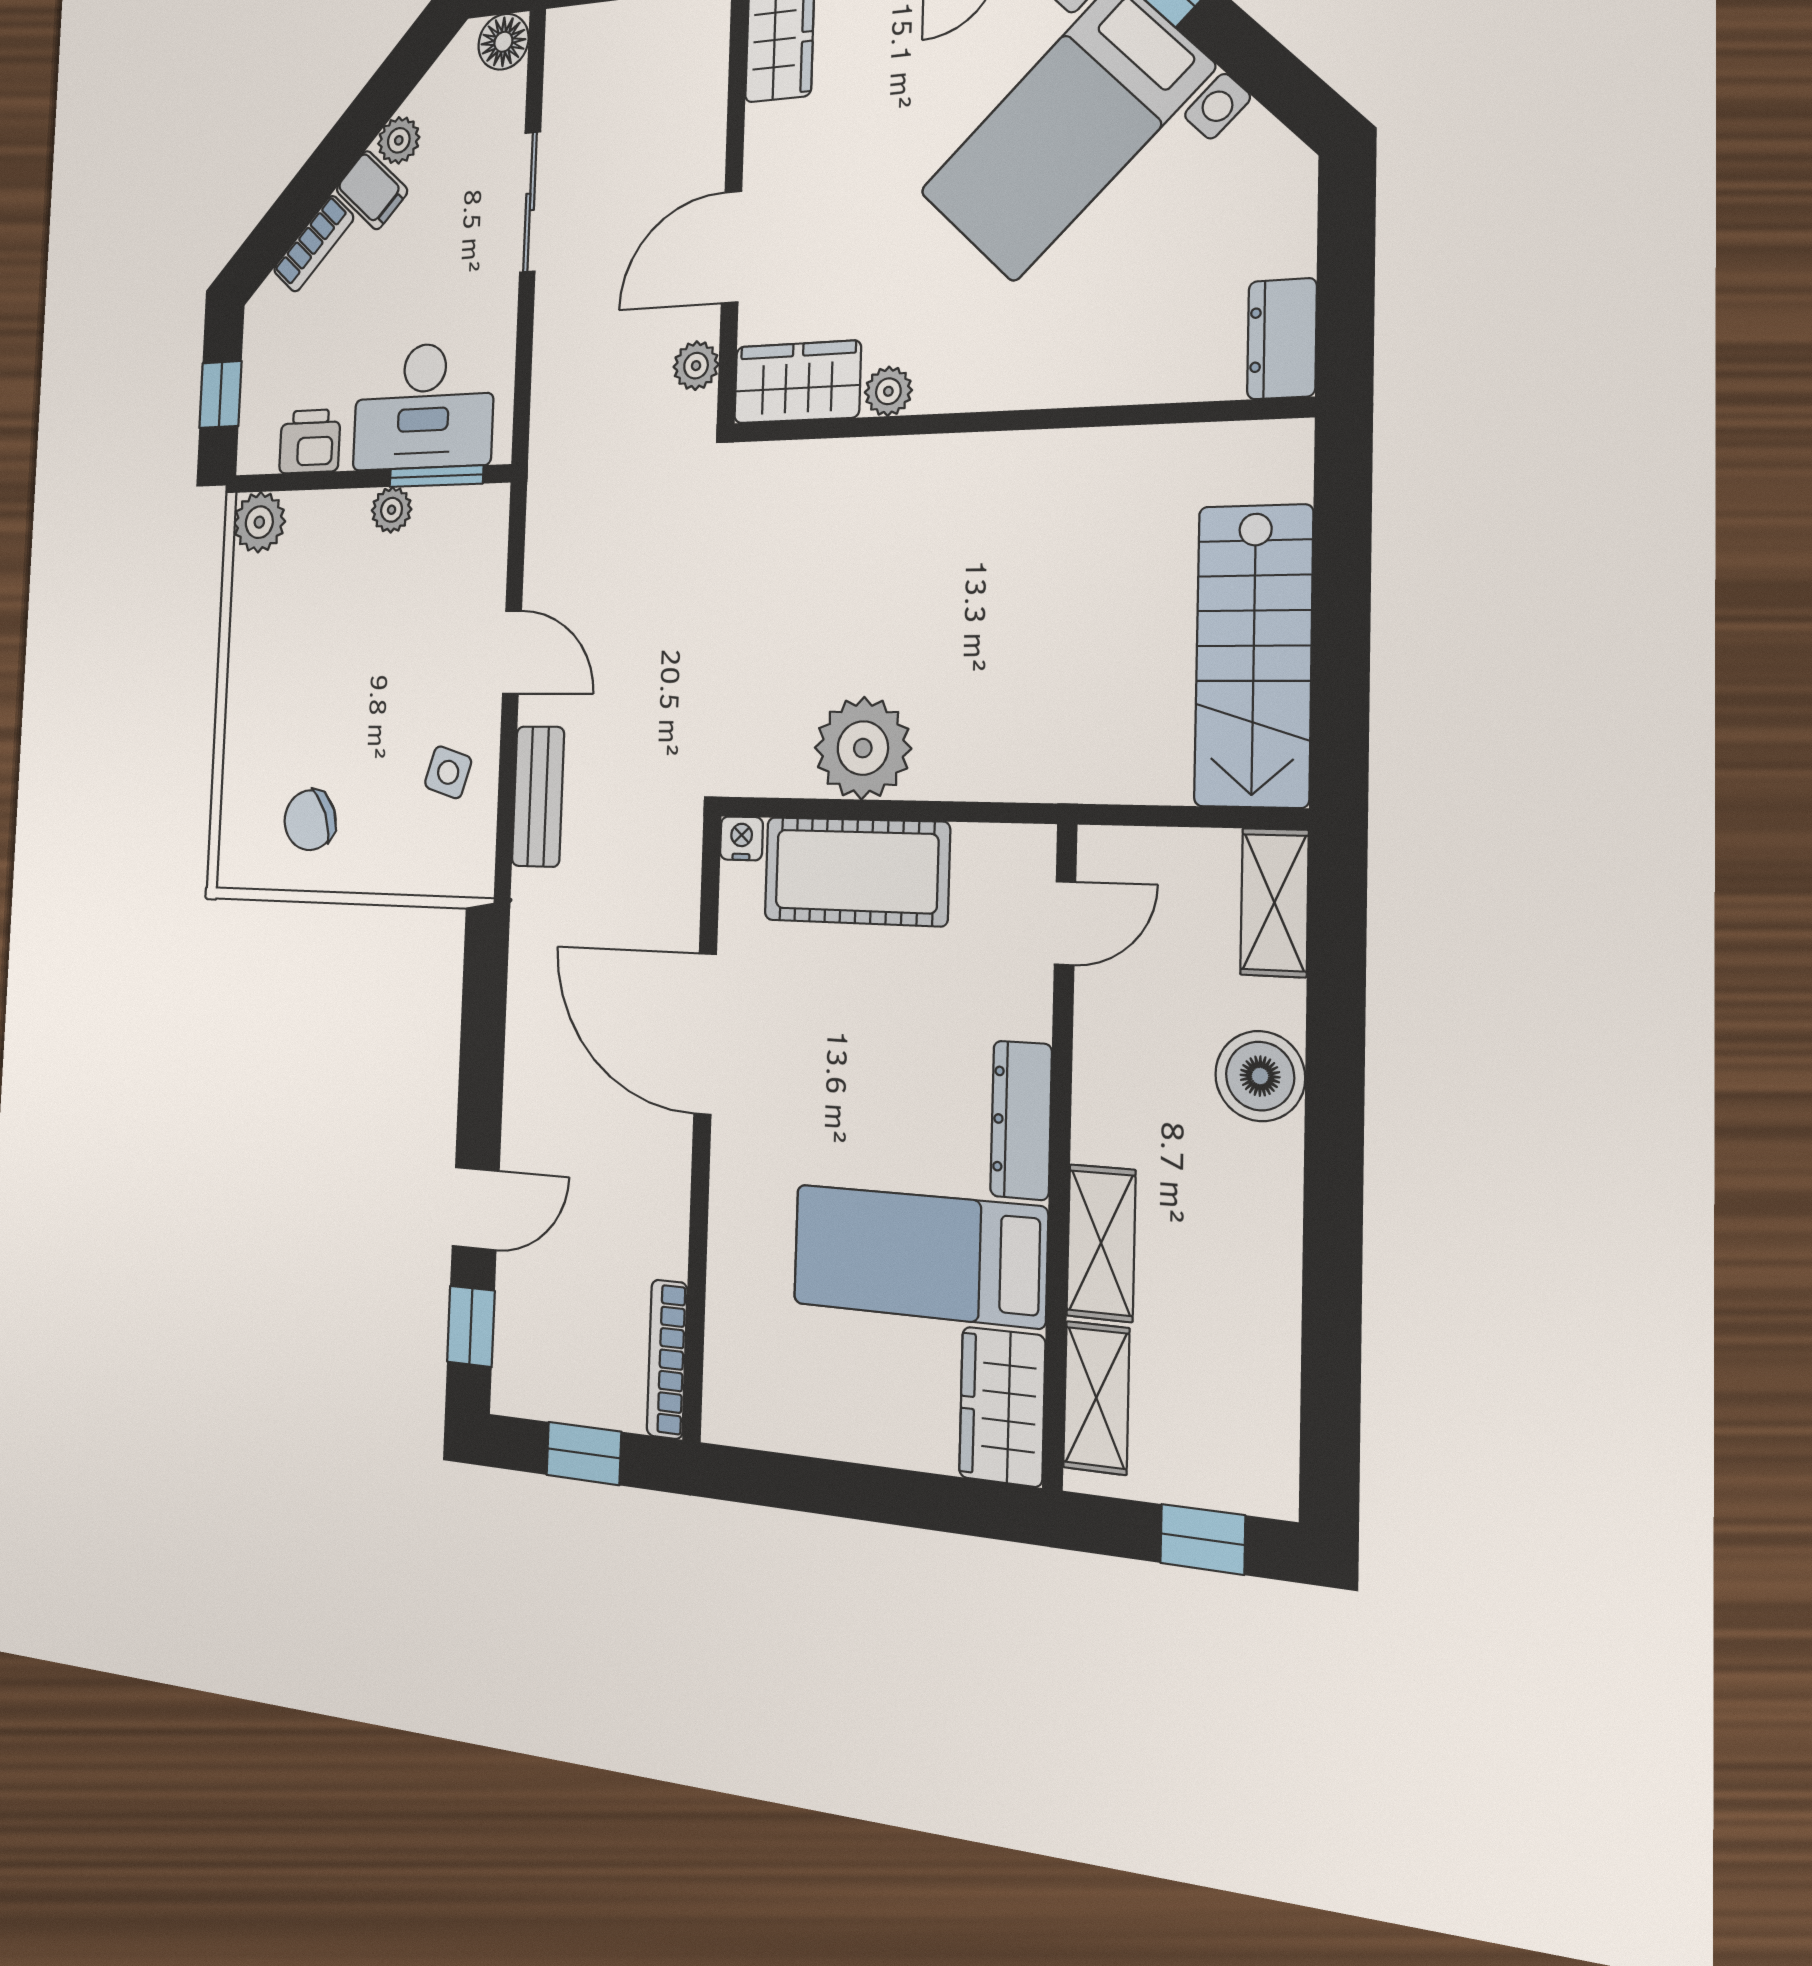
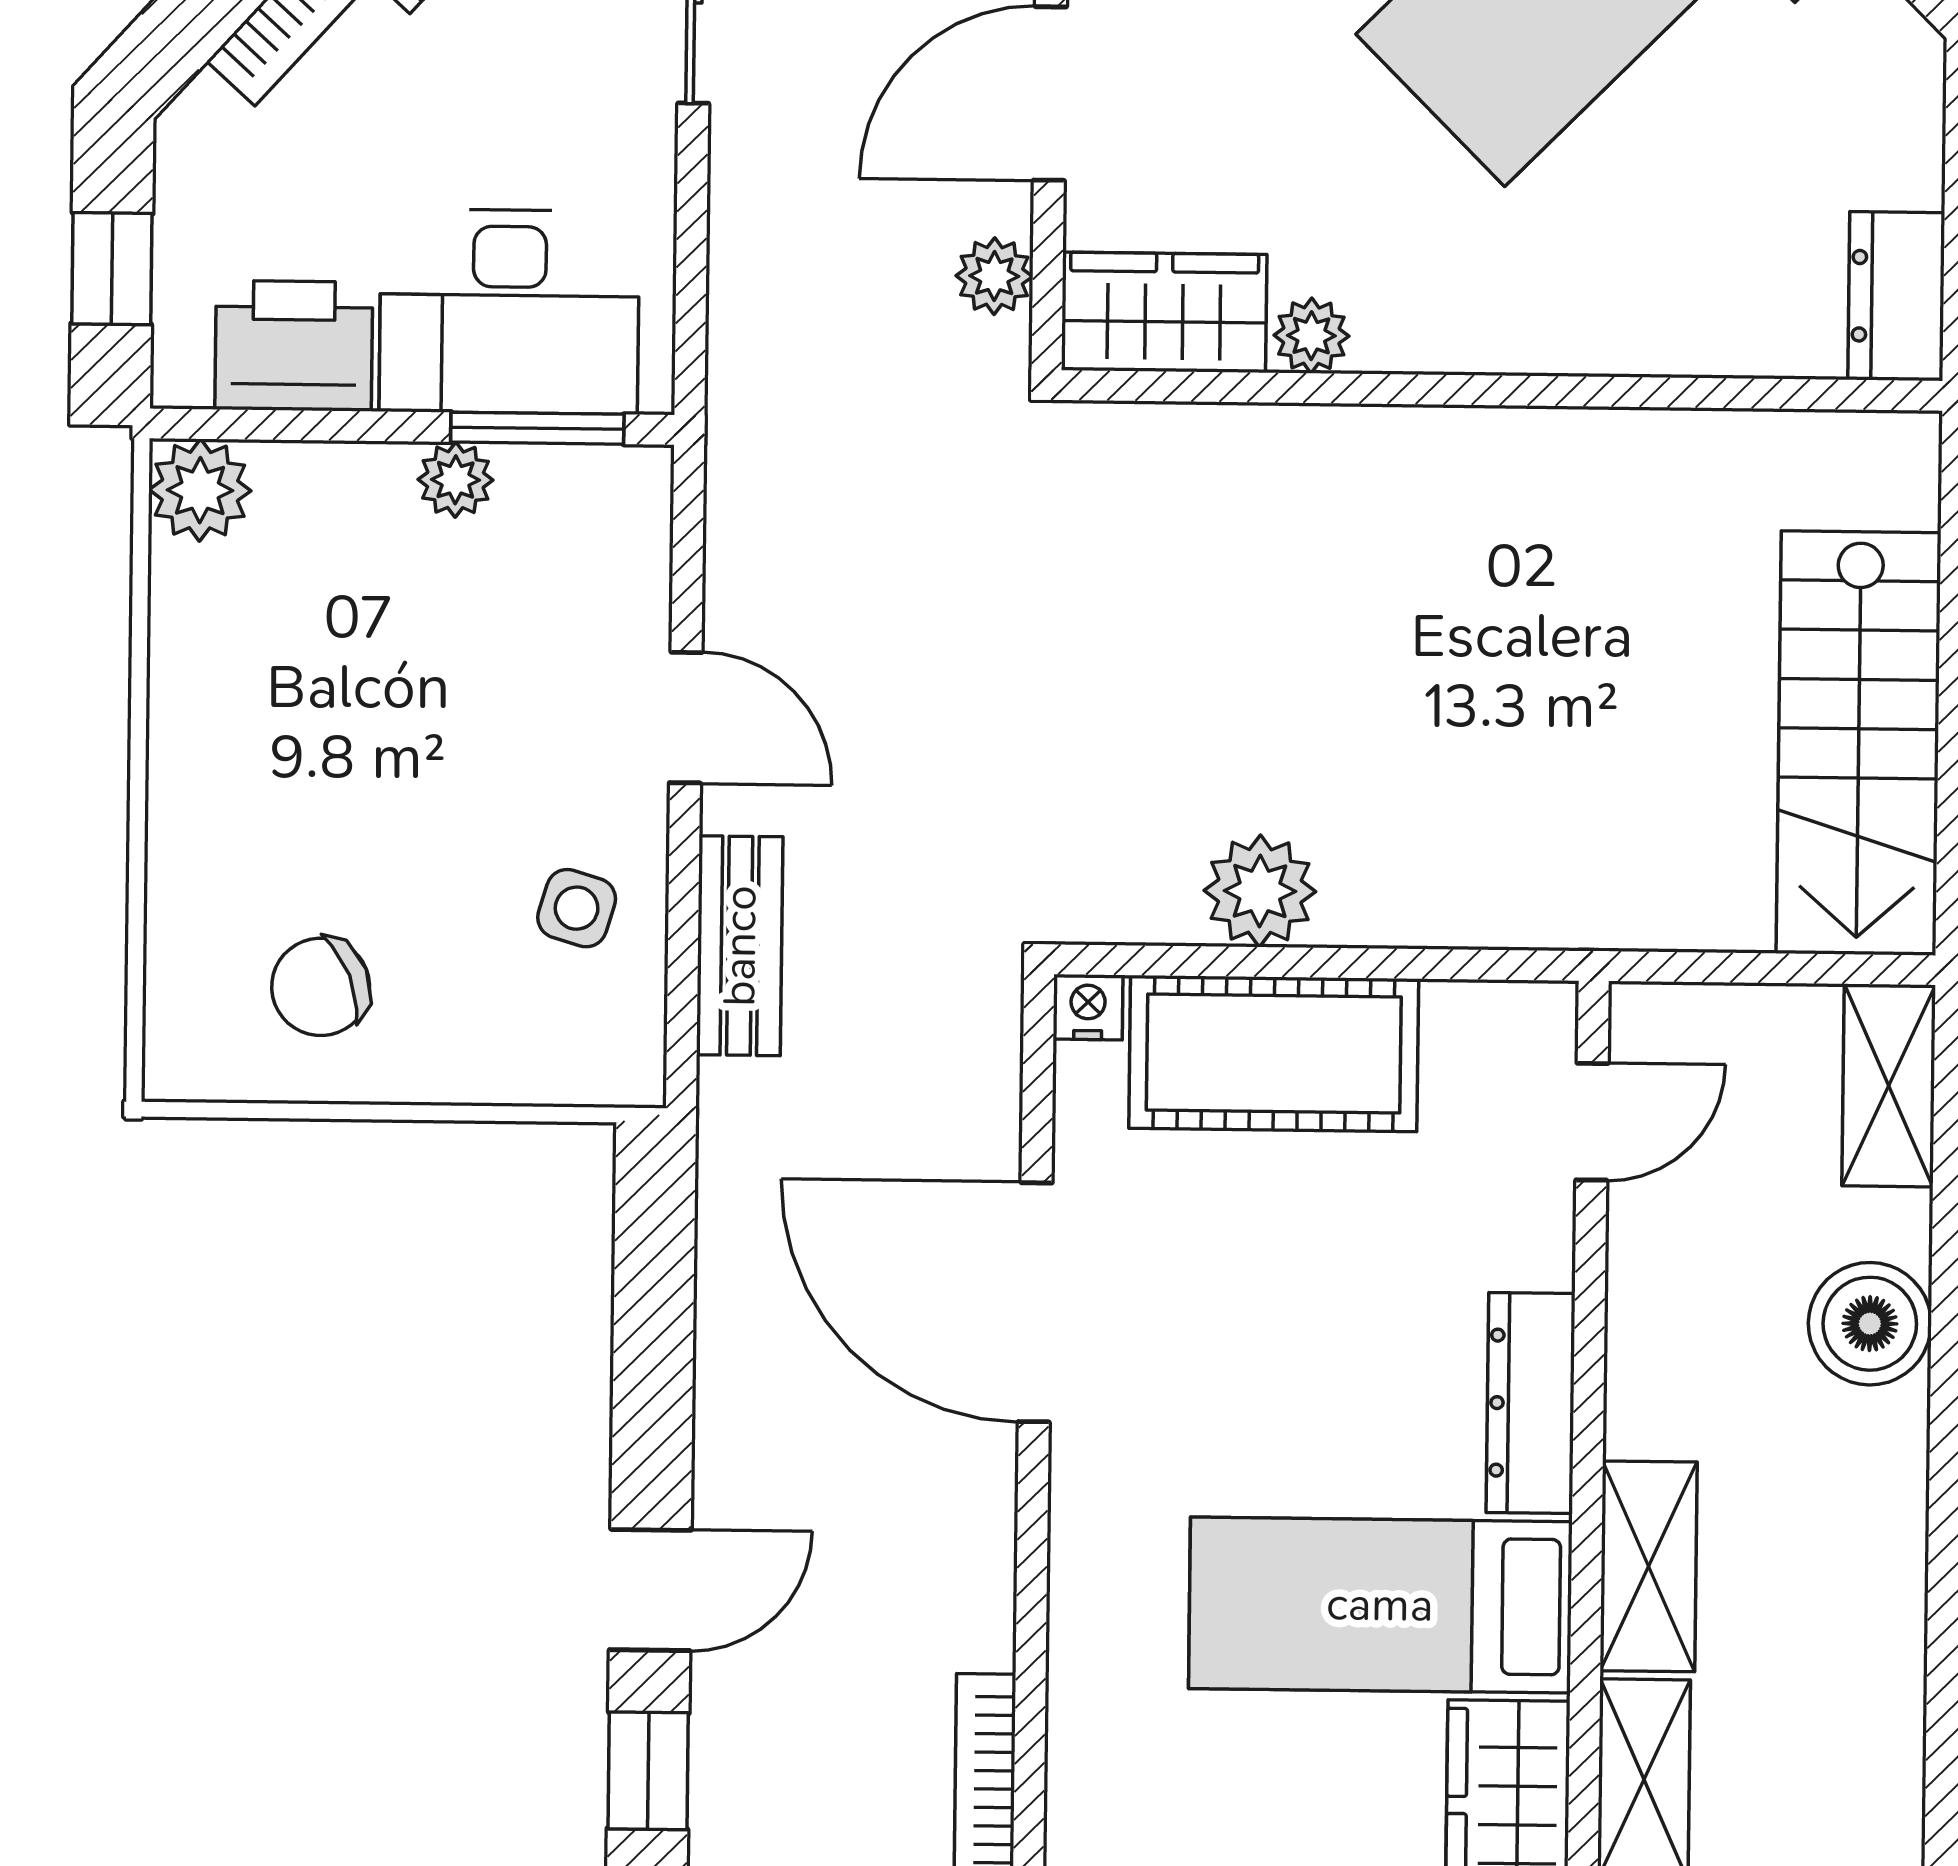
printer: (310, 441) -> (294, 346), width x1.36, depth x1.24
plant: (863, 748) -> (1260, 891), width x0.73, depth x0.73

